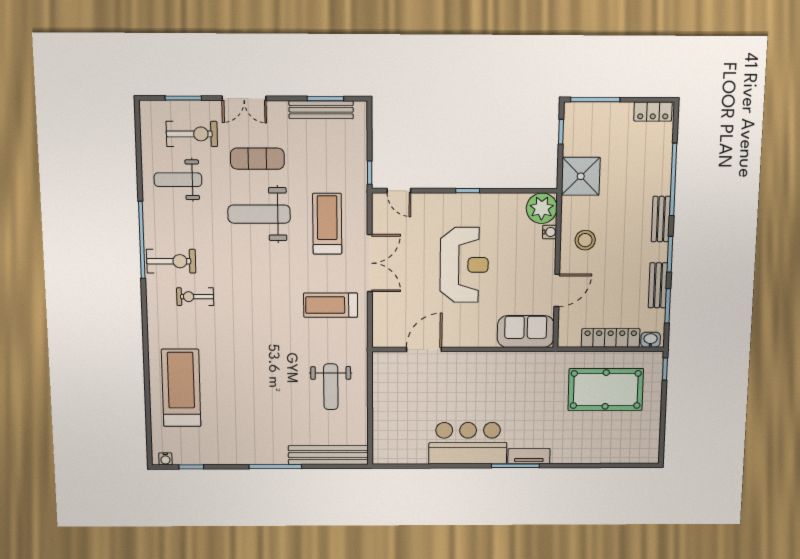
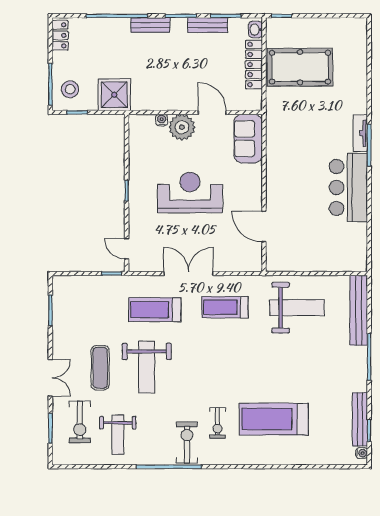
bench: (321, 110) -> (360, 419), moved
exercise bike: (192, 134) -> (80, 422), turned 180
door: (399, 191) -> (127, 249), swing flipped
plant: (542, 208) -> (182, 127), moved
stool: (585, 240) -> (70, 89), moved
treadmill: (331, 305) -> (225, 307), turned 90
weight bench: (331, 387) -> (297, 308), width x1.36, depth x1.33
treadmill: (181, 388) -> (274, 419), moved
pool table: (606, 390) -> (300, 67), turned 90

